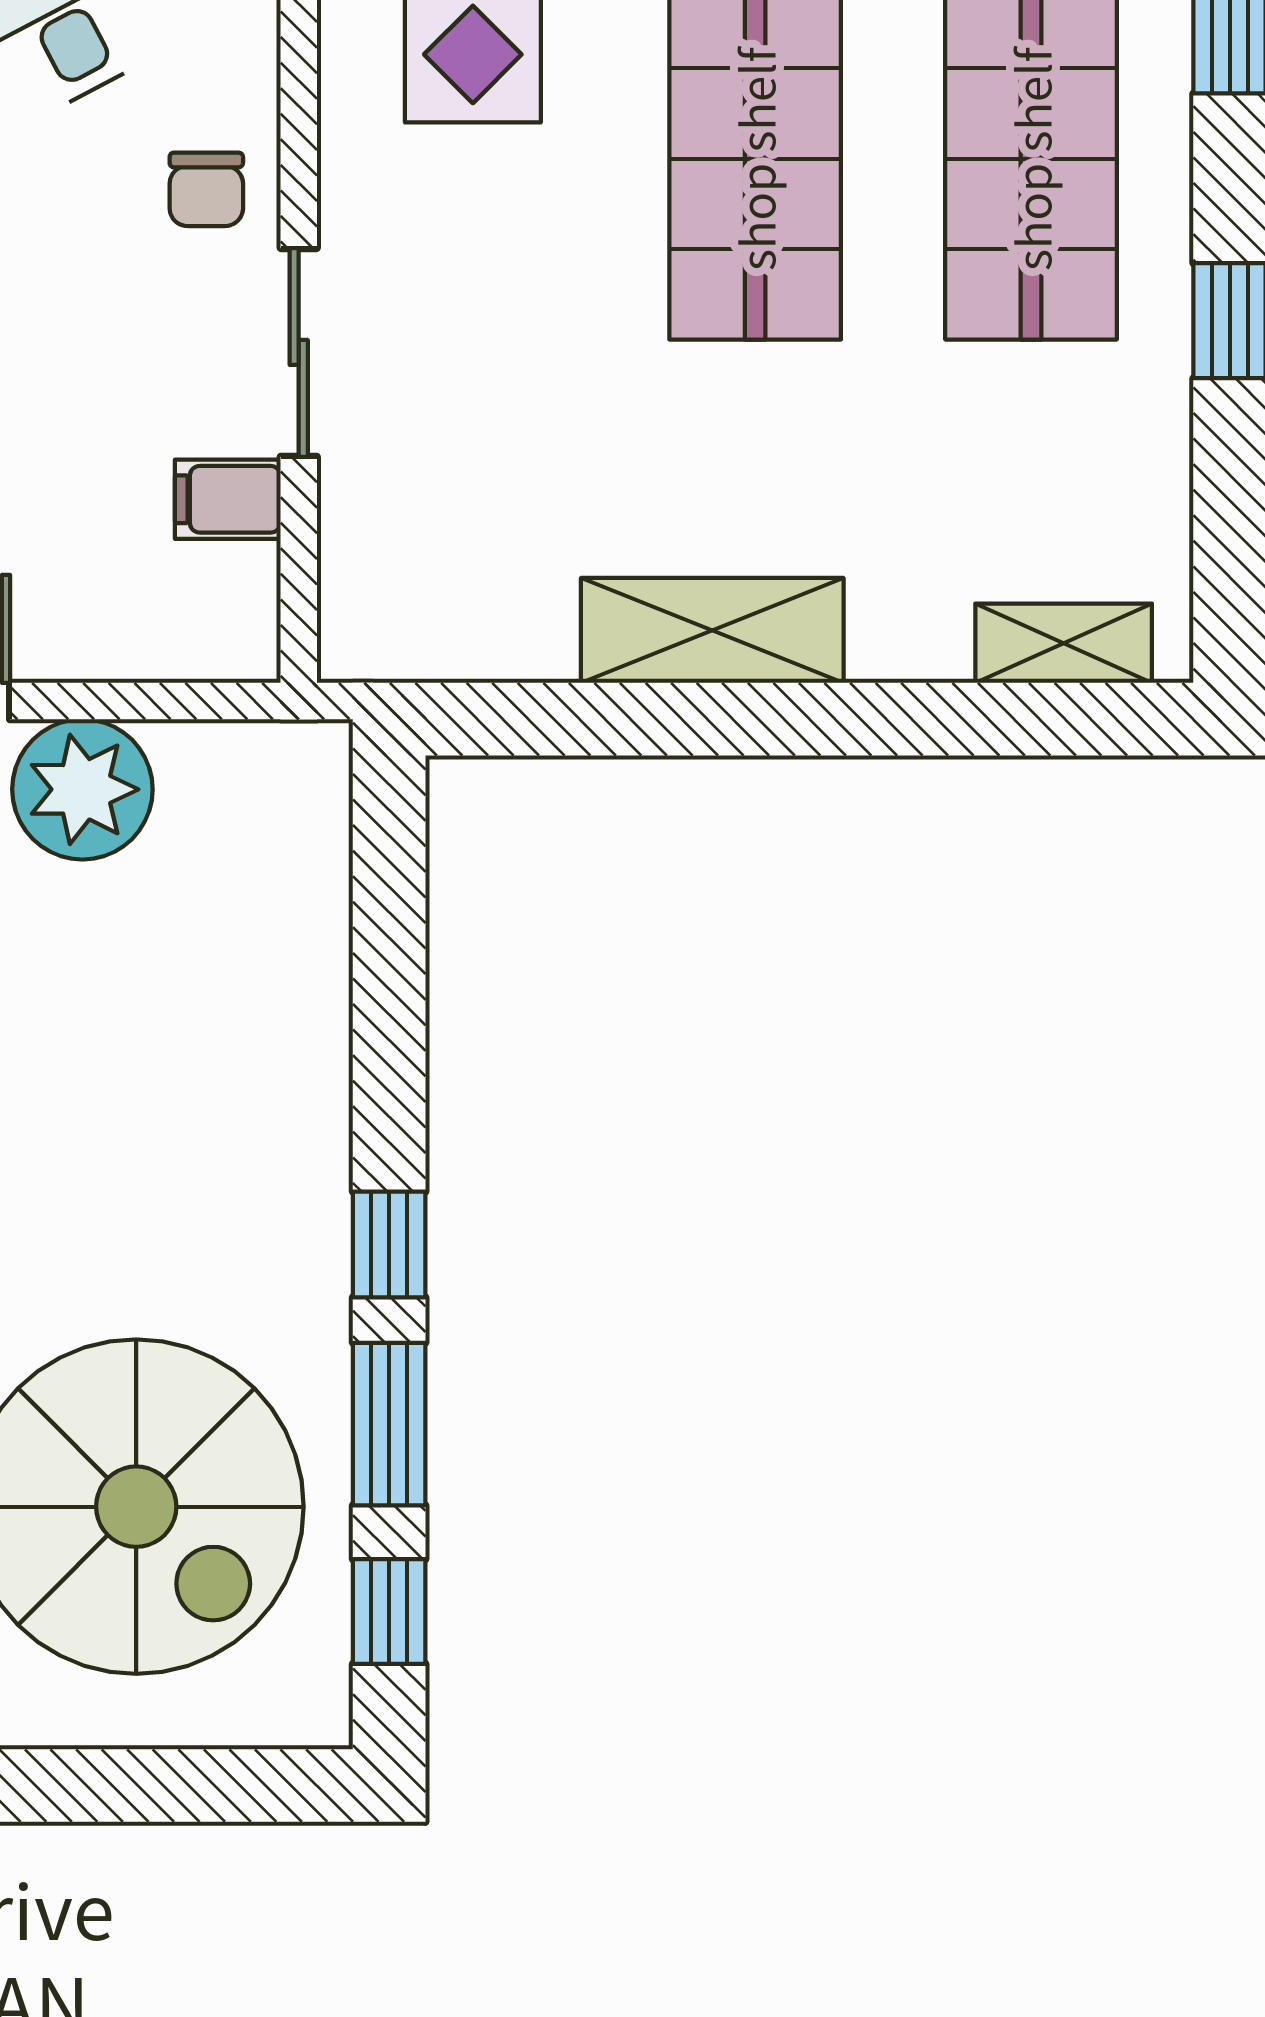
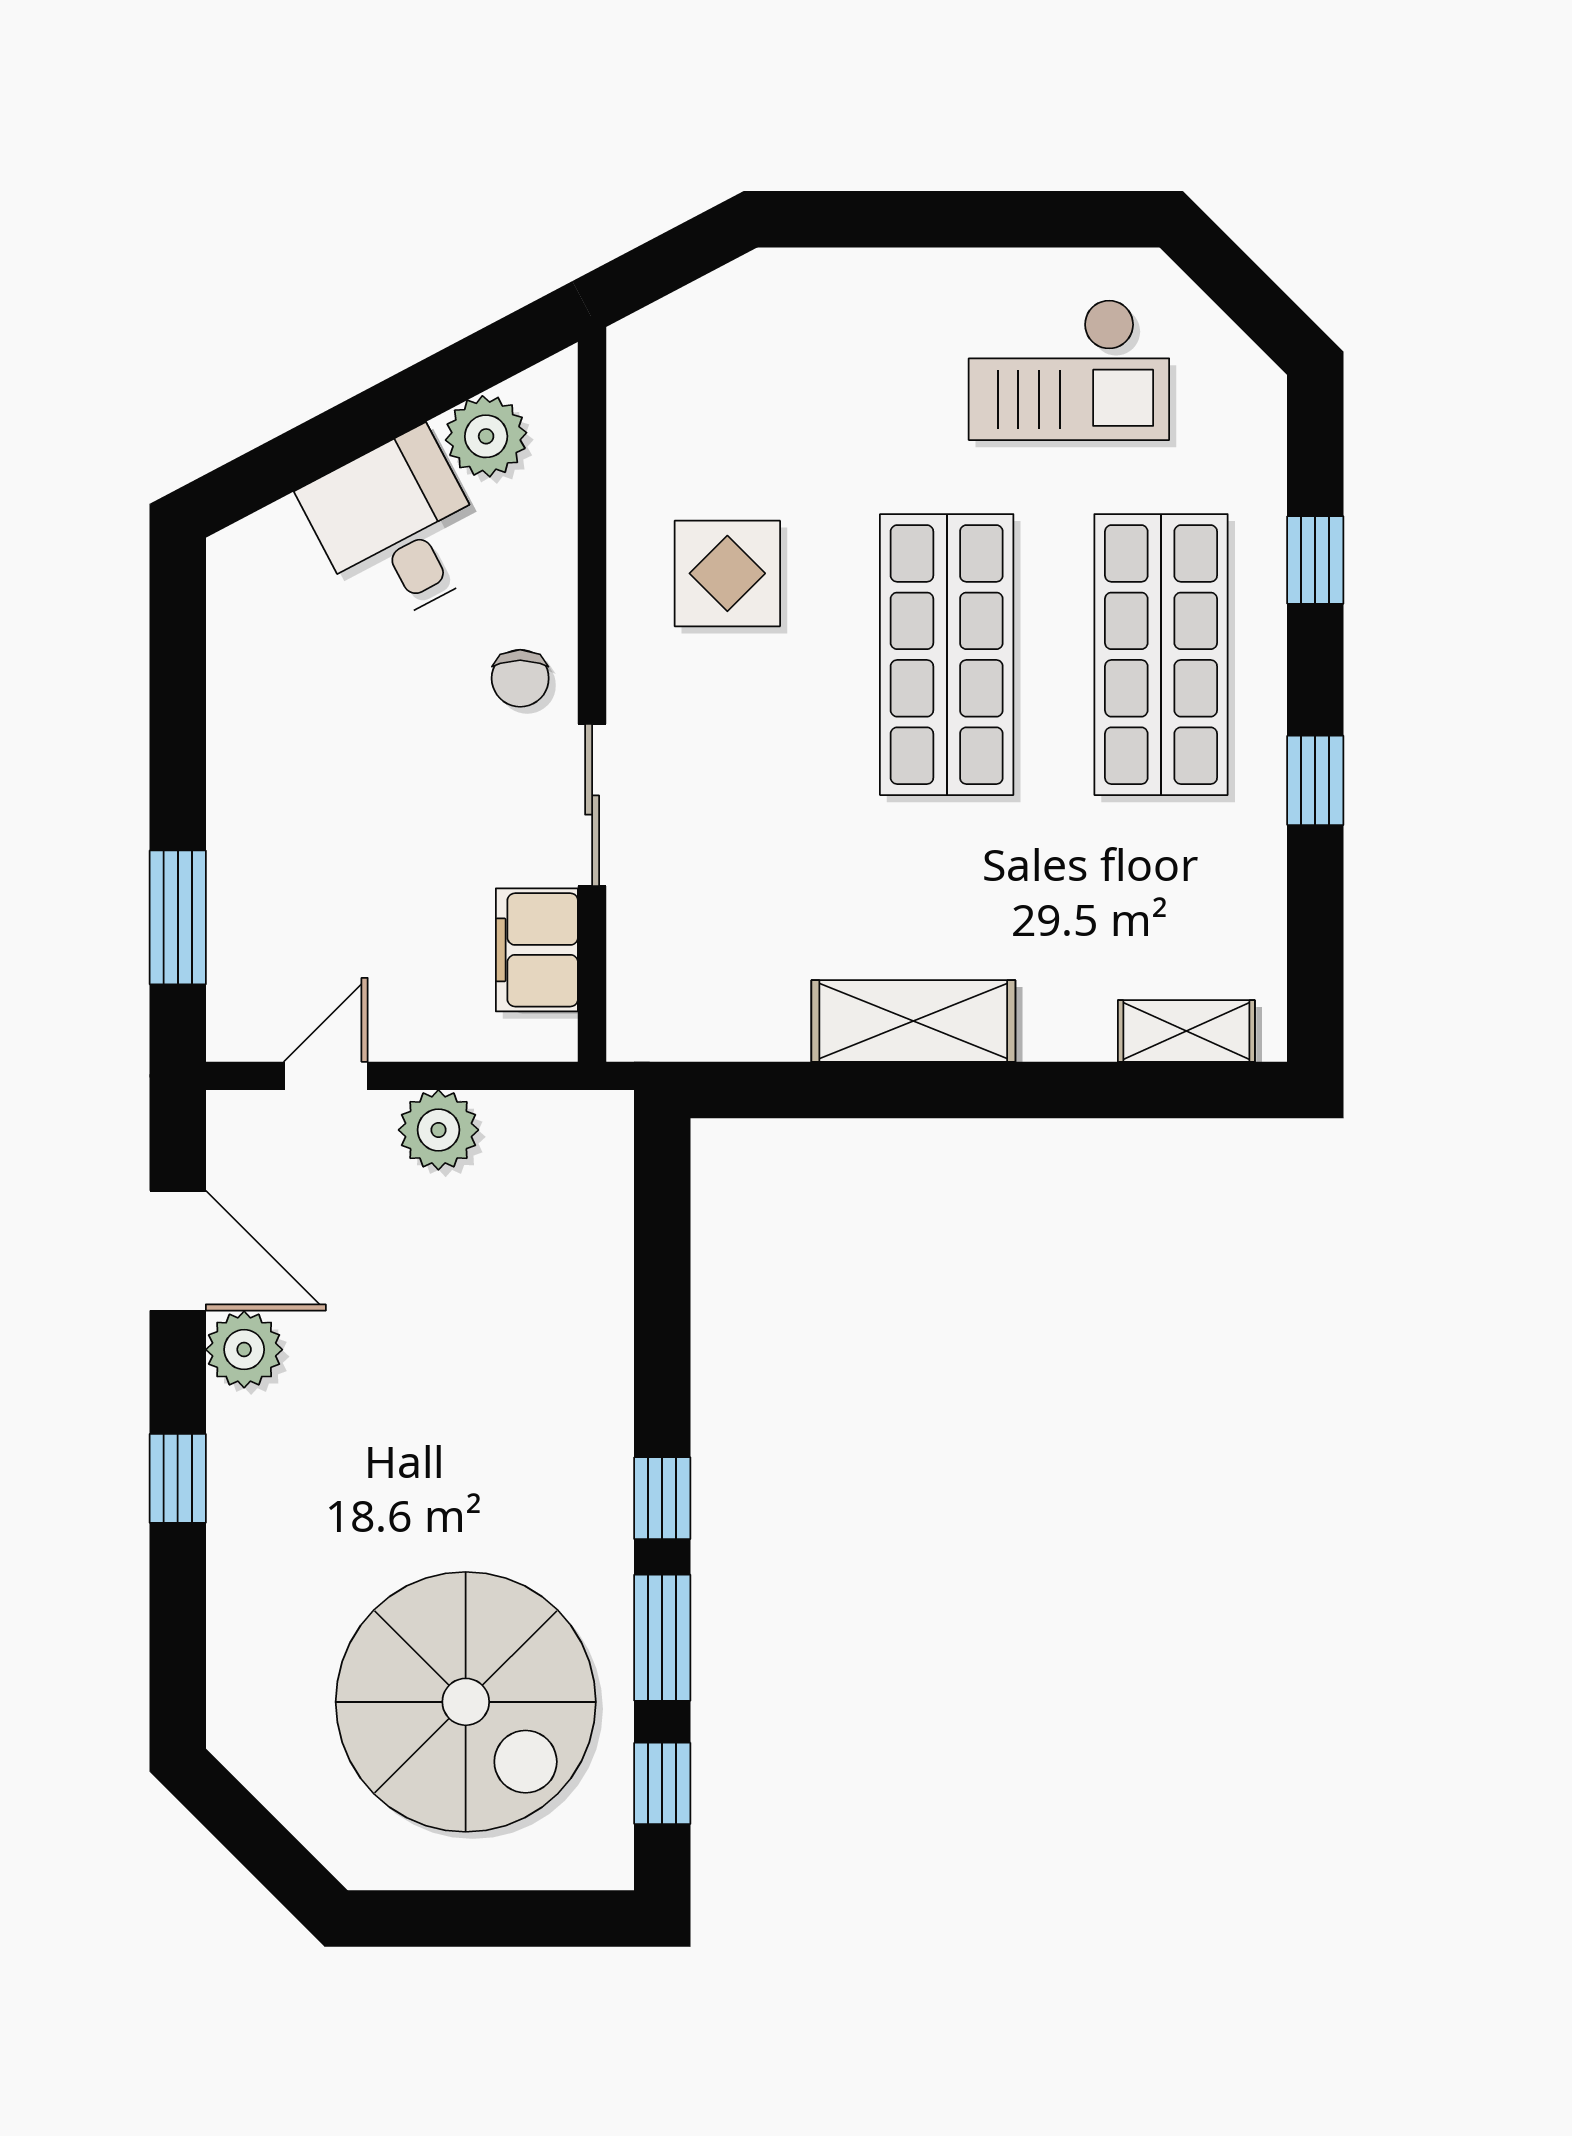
filing cabinet: (228, 499) -> (537, 950), width x2.00
plant: (82, 789) -> (438, 1130), width x0.73, depth x0.73

